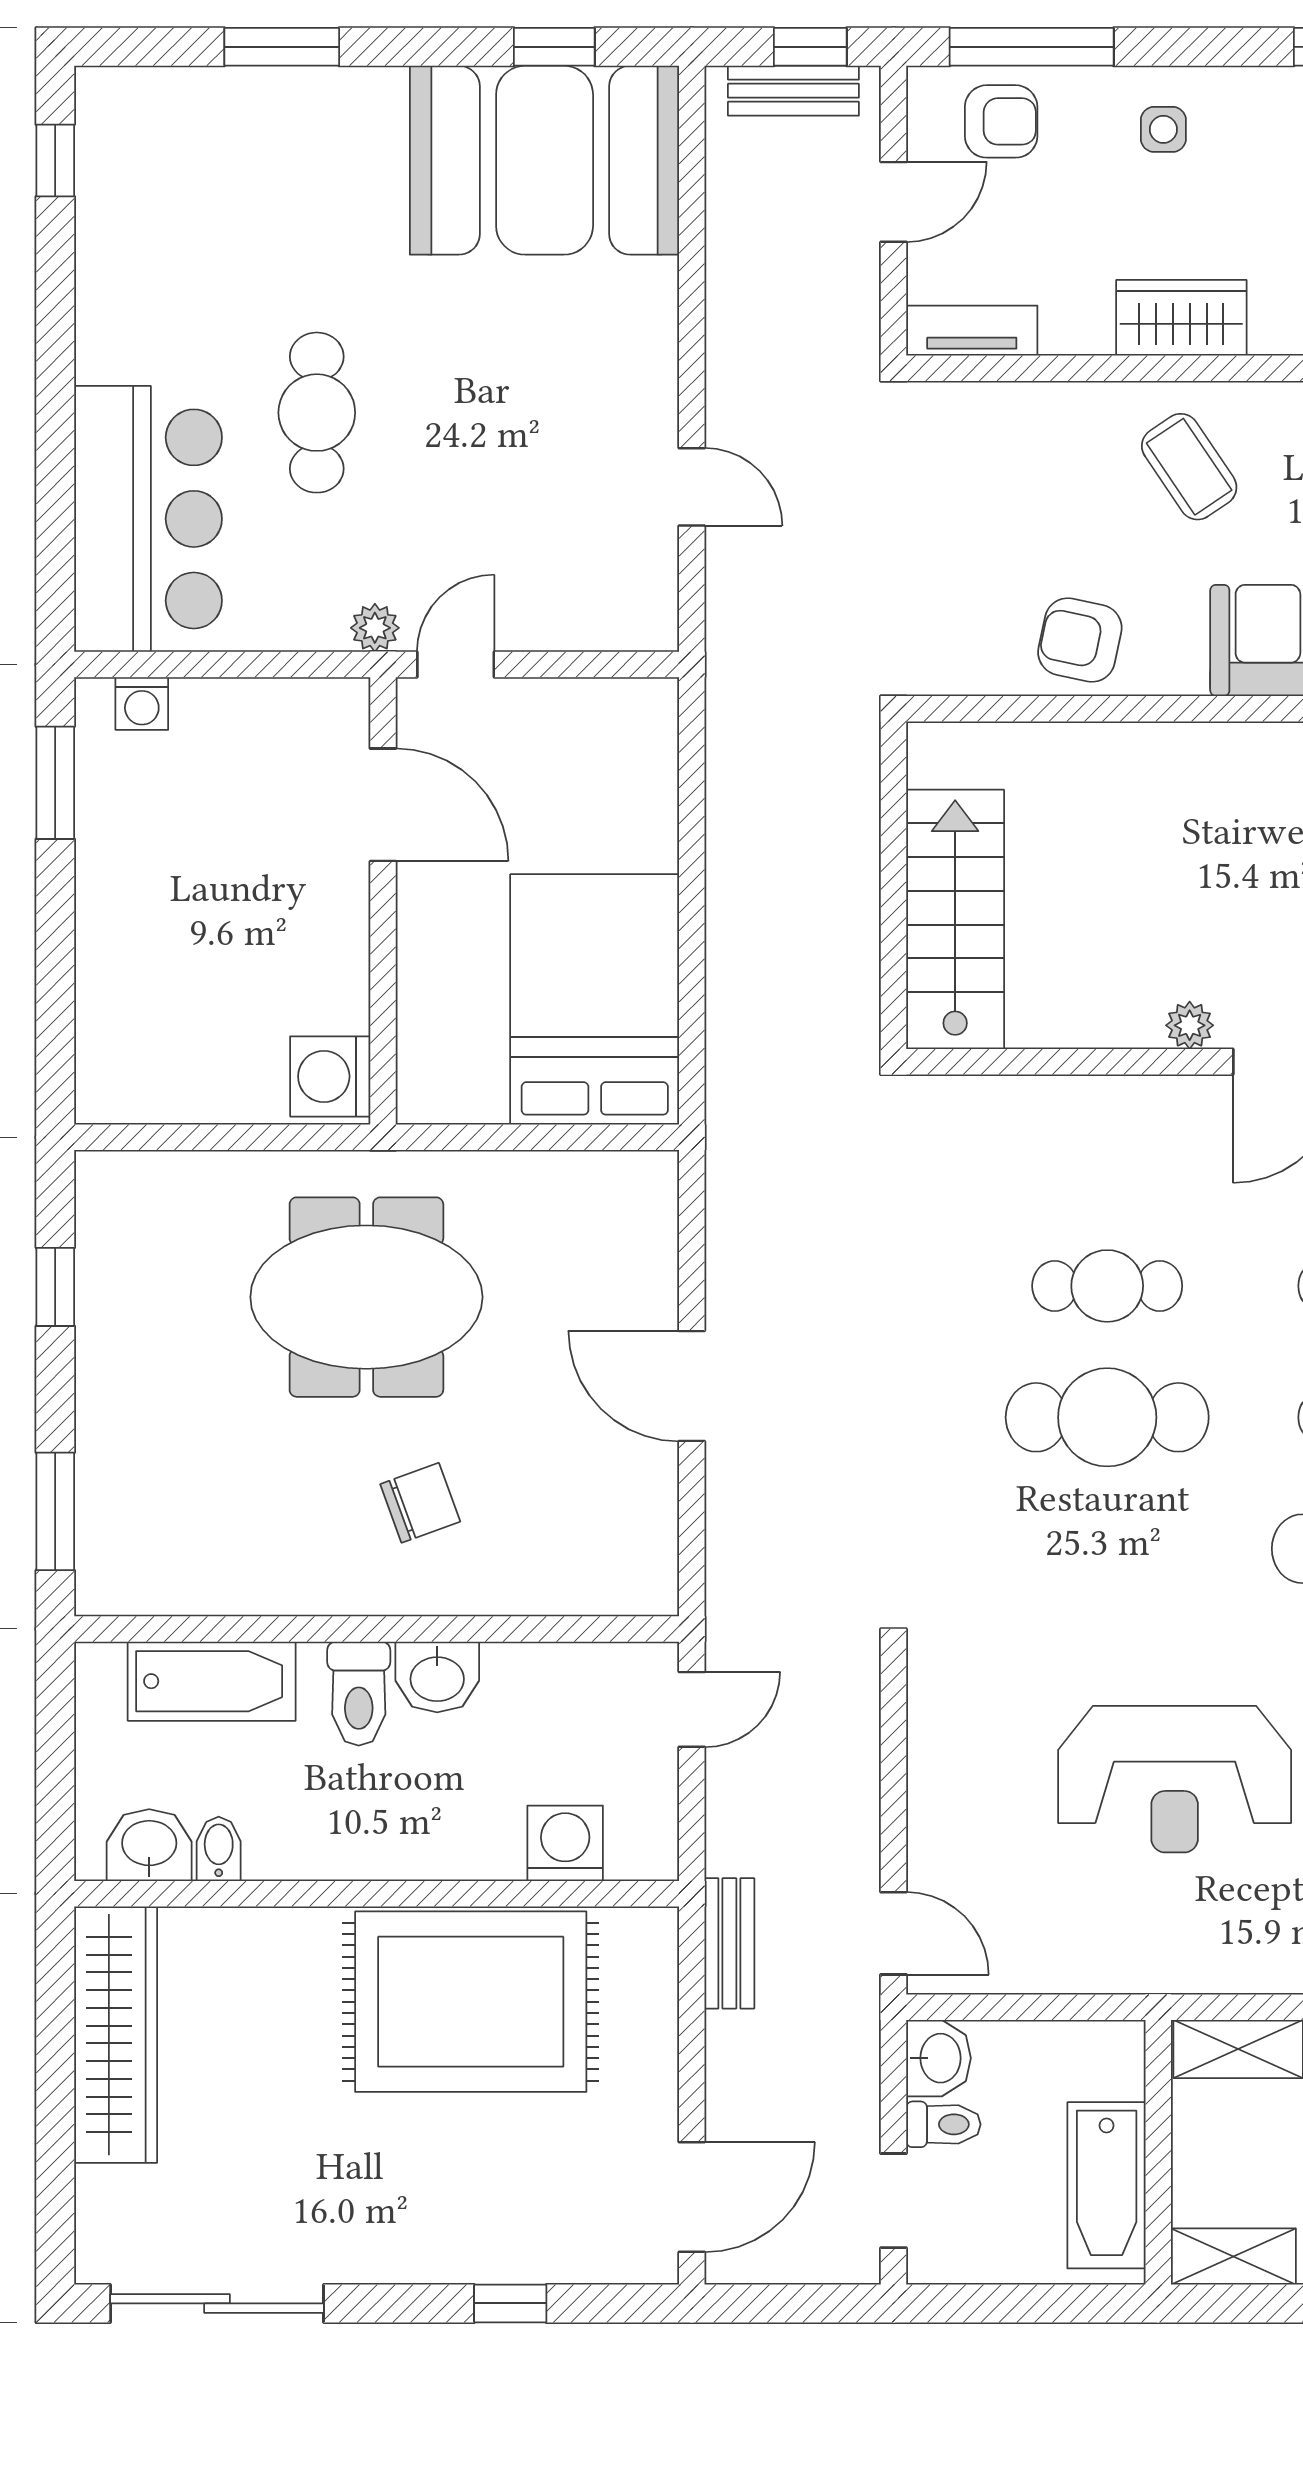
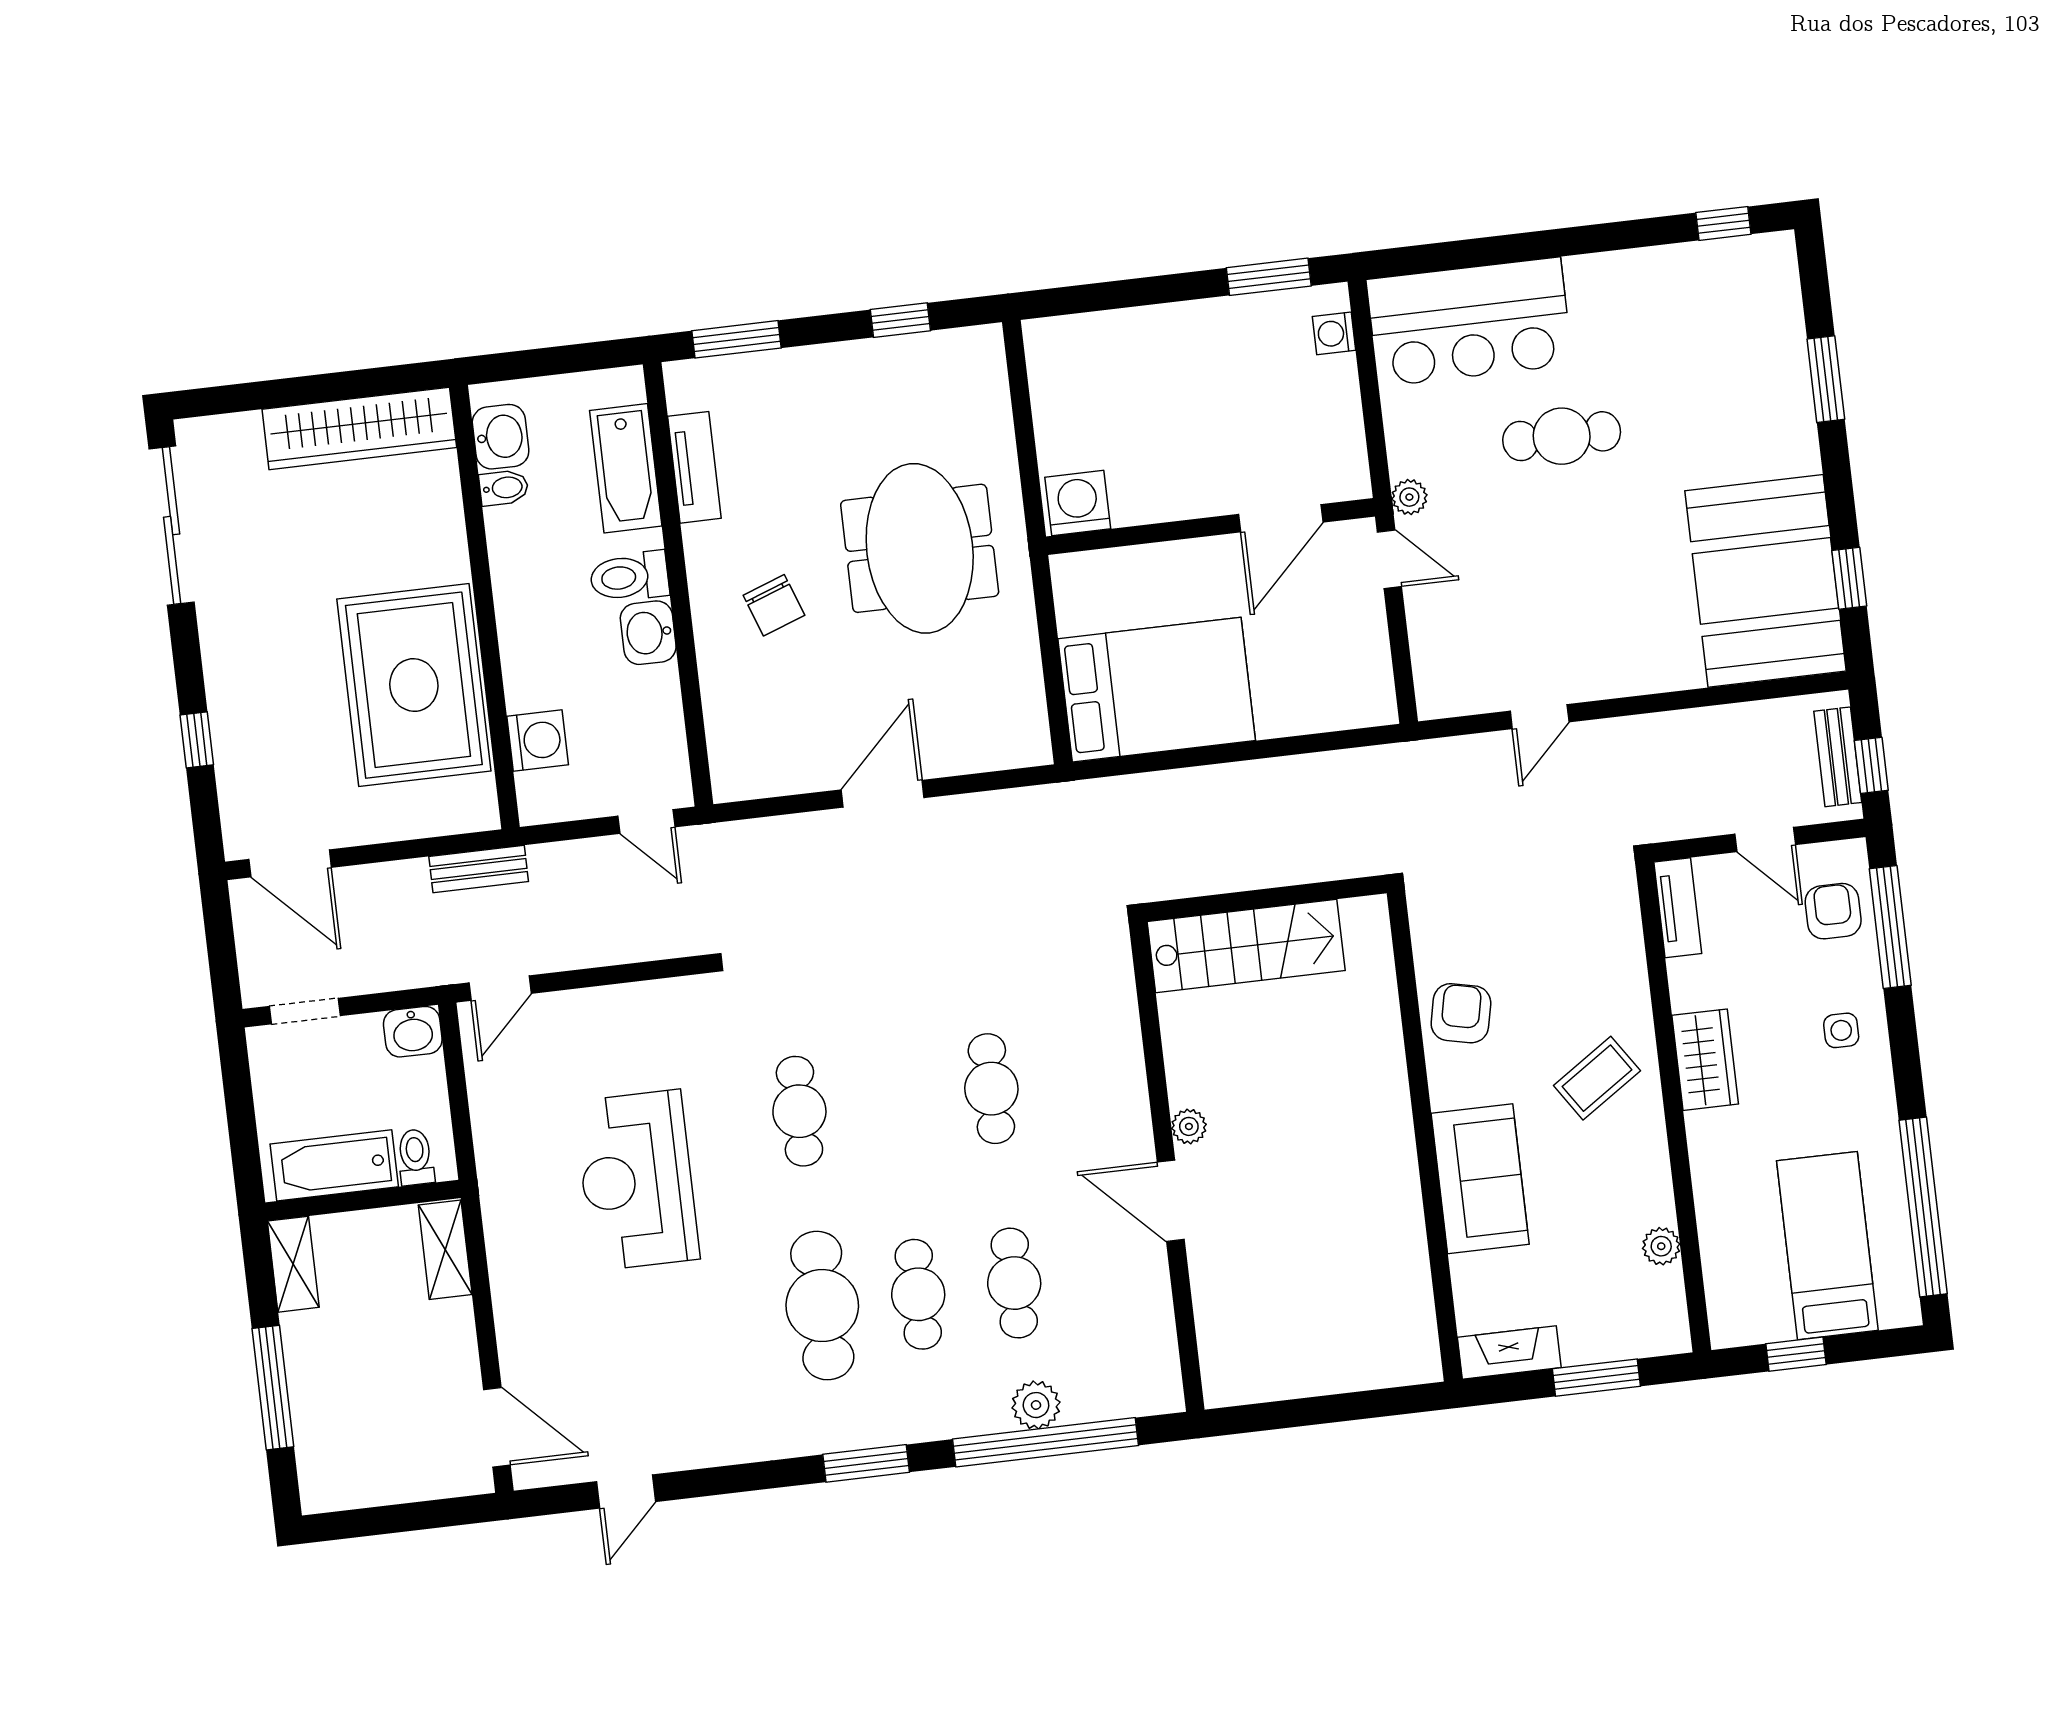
armchair: (1001, 121) -> (1833, 911), turned 180
cafe table: (1107, 1417) -> (799, 1111), moved, width x0.73, depth x0.74
tv unit: (221, 1588) -> (694, 467), added
toilet: (943, 2124) -> (415, 1157), moved, turned 180

